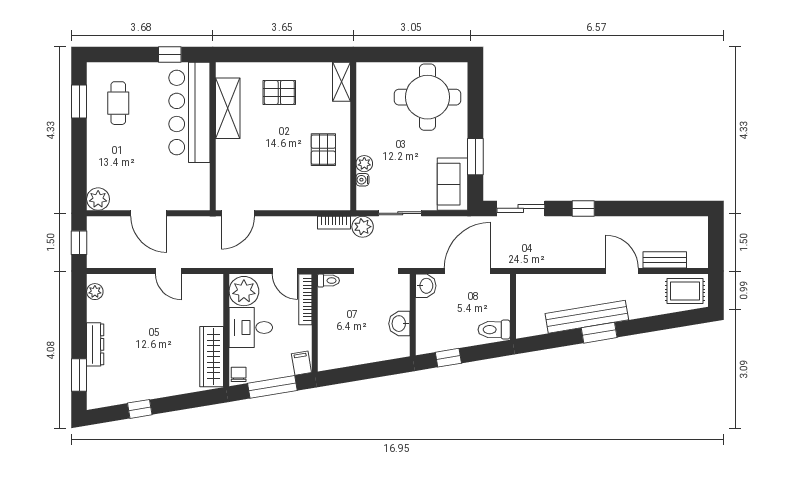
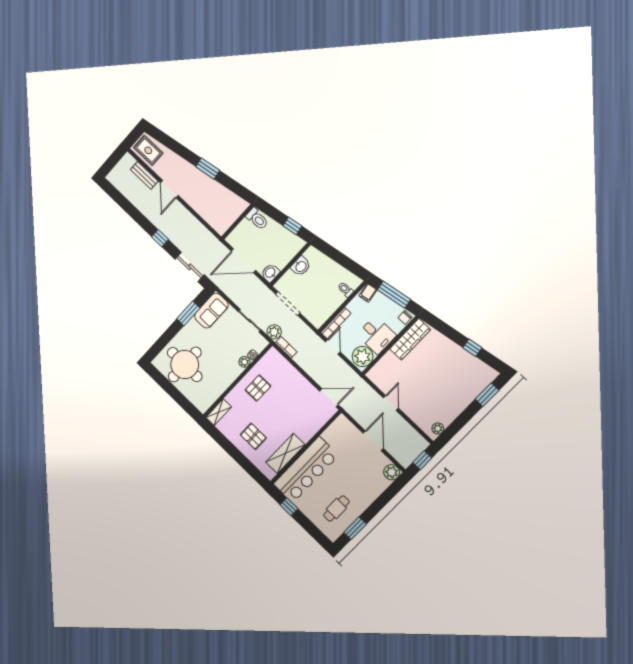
toilet: (328, 281) -> (345, 290), moved
bench: (587, 317) -> (206, 182), removed
dresser: (95, 344) -> (464, 402), removed

